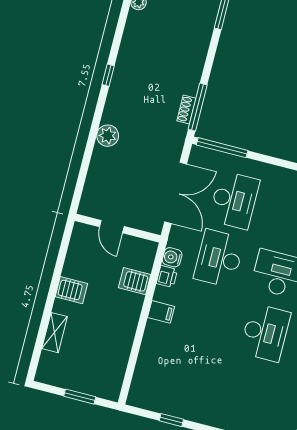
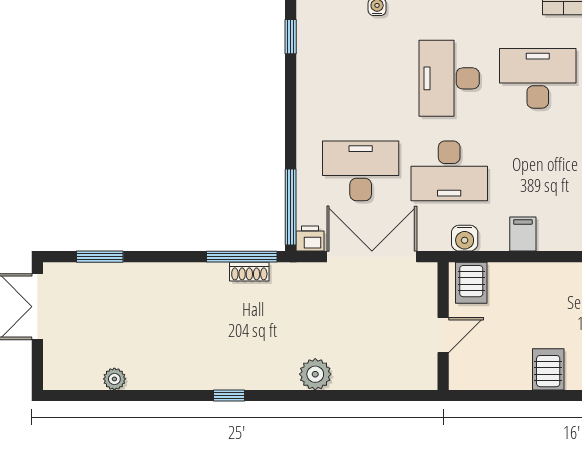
printer: (167, 276) -> (310, 239), moved
server rack: (135, 281) -> (471, 283), moved
filing cabinet: (161, 312) -> (523, 234), moved

